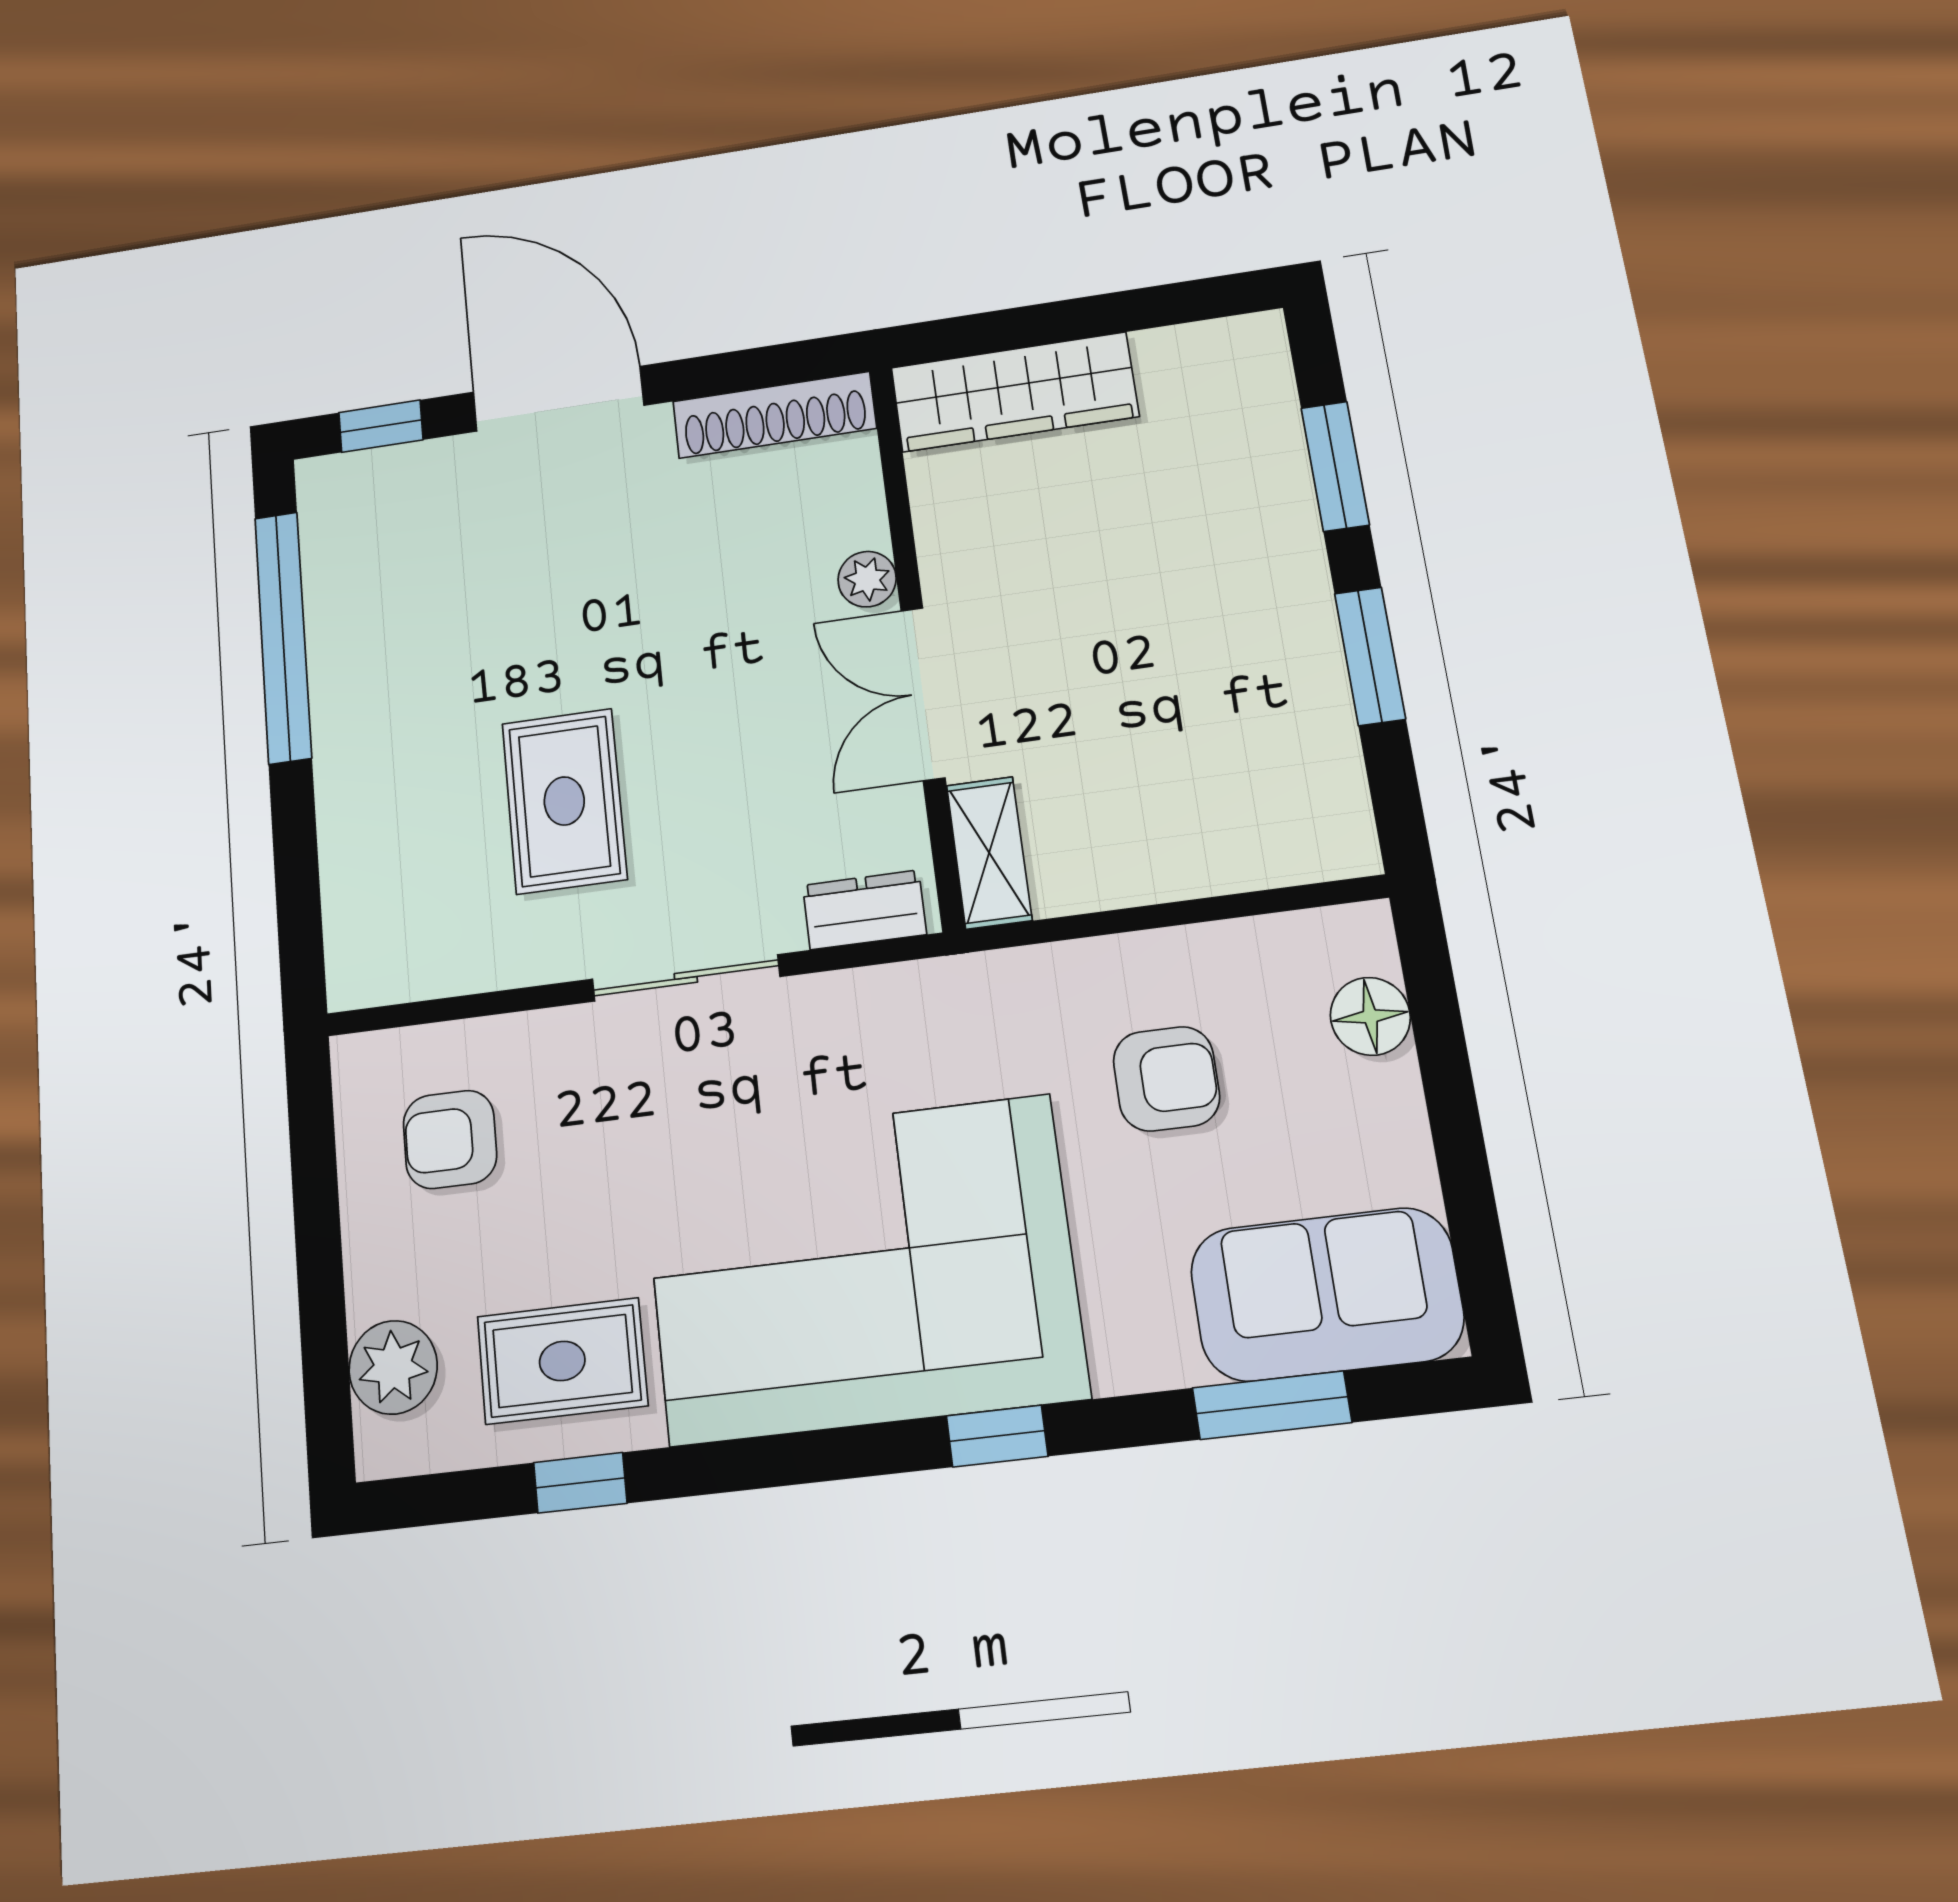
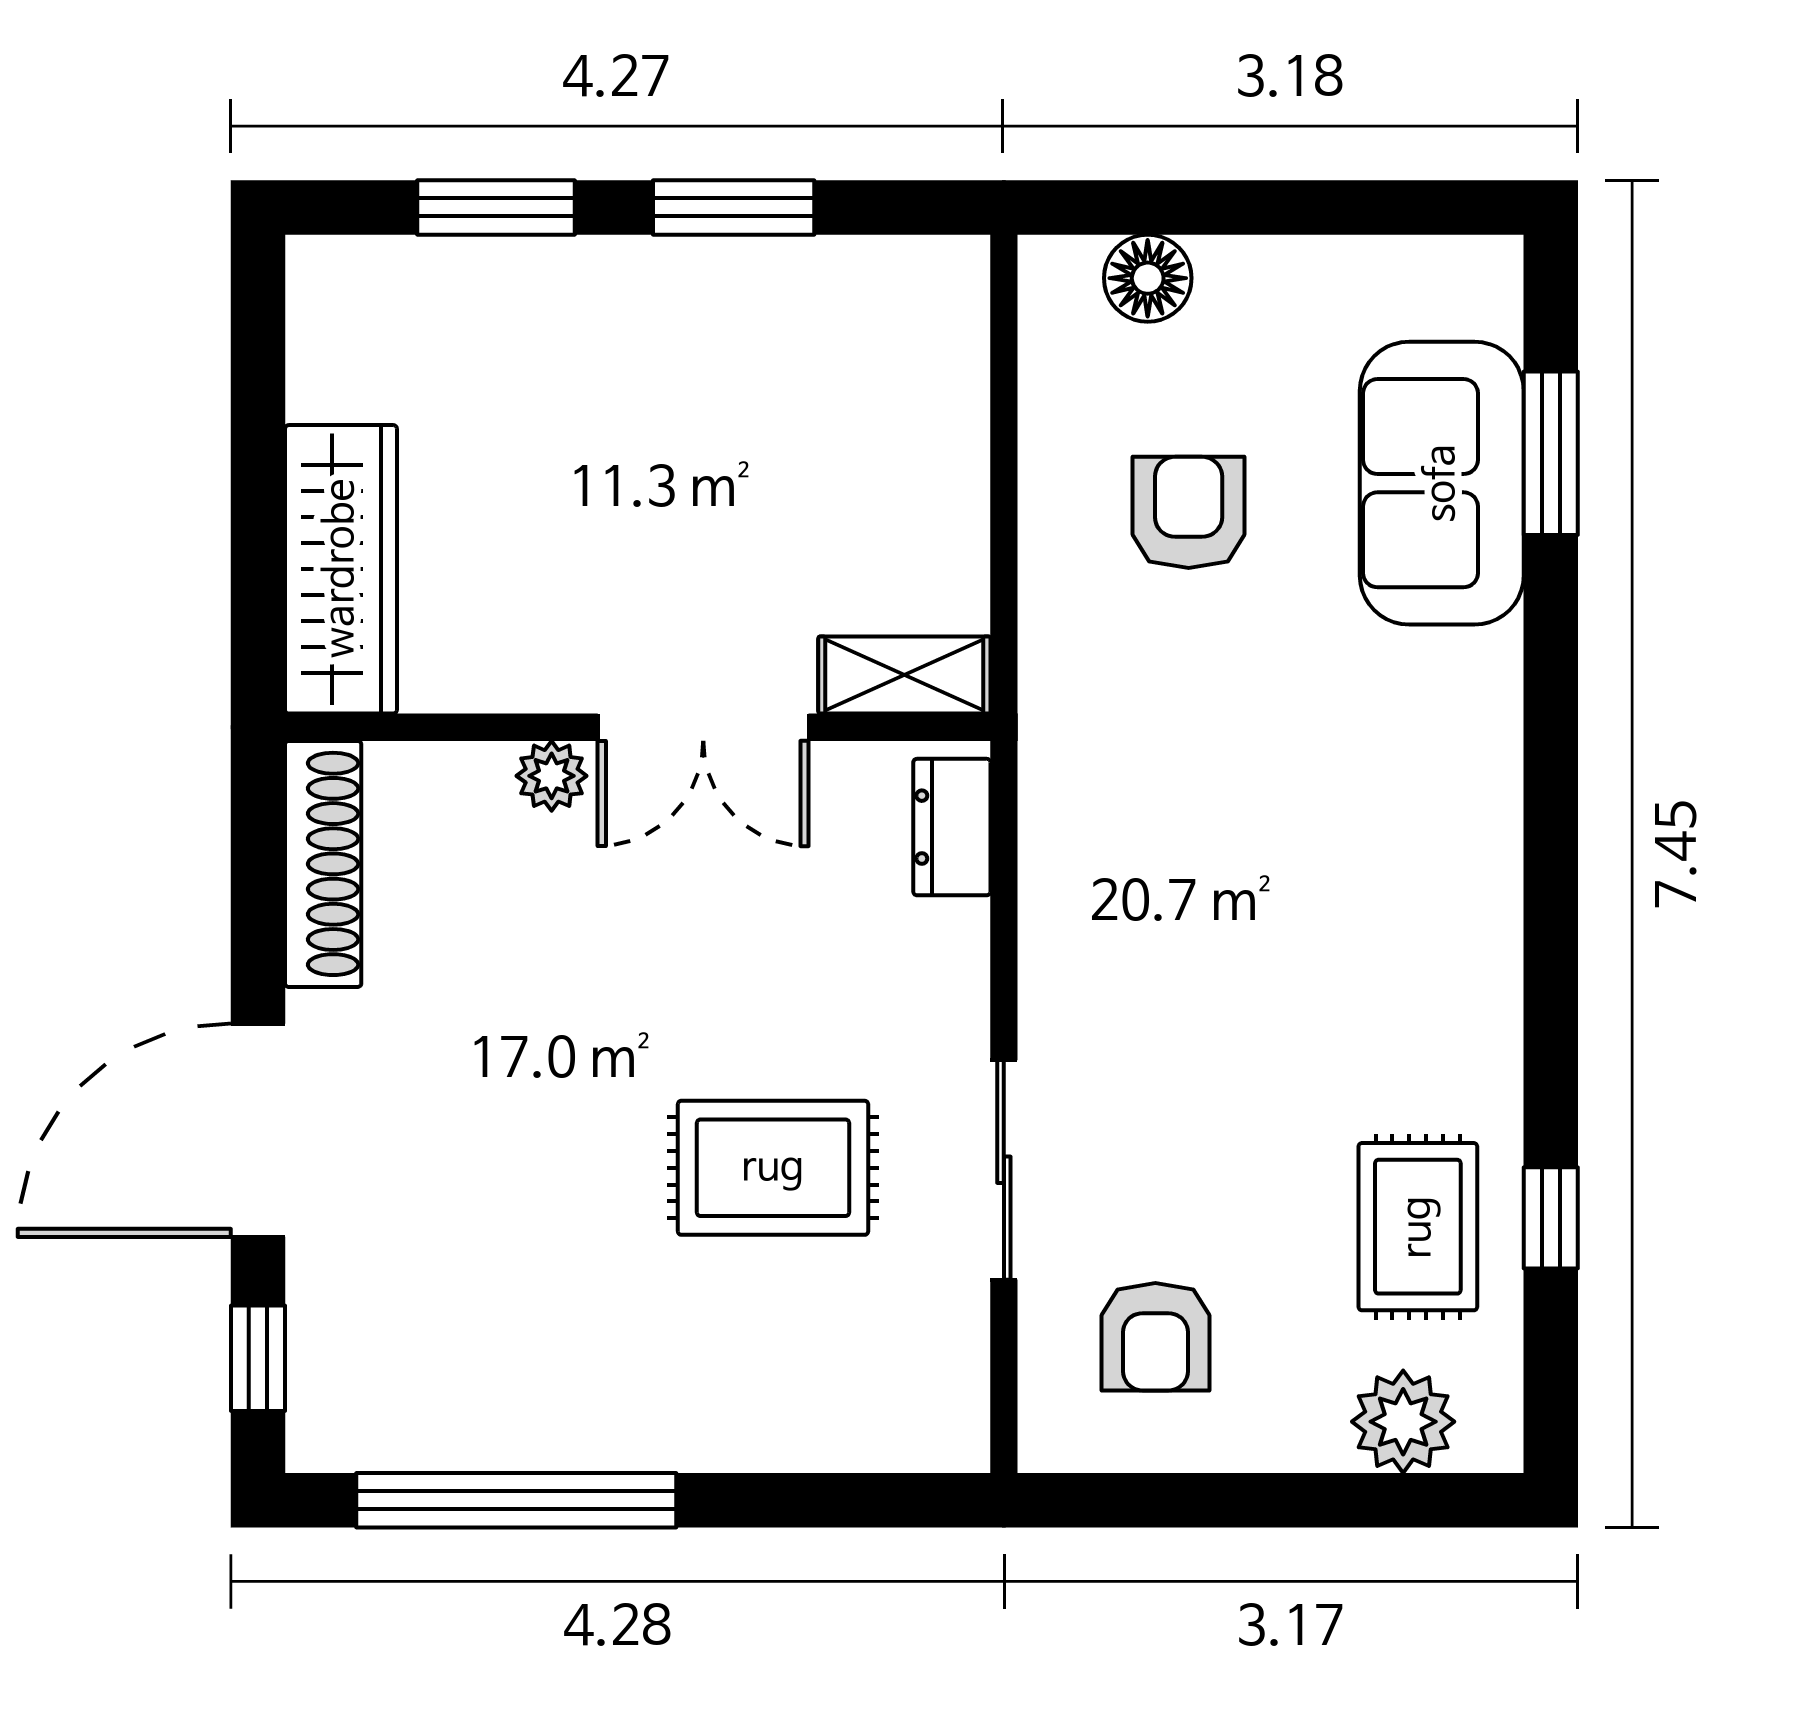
sliding door: (686, 978) -> (1004, 1170), moved
corner sofa: (861, 1269) -> (1356, 879), removed
sofa: (1327, 1294) -> (1442, 483), moved
window: (997, 1436) -> (1551, 752), removed

